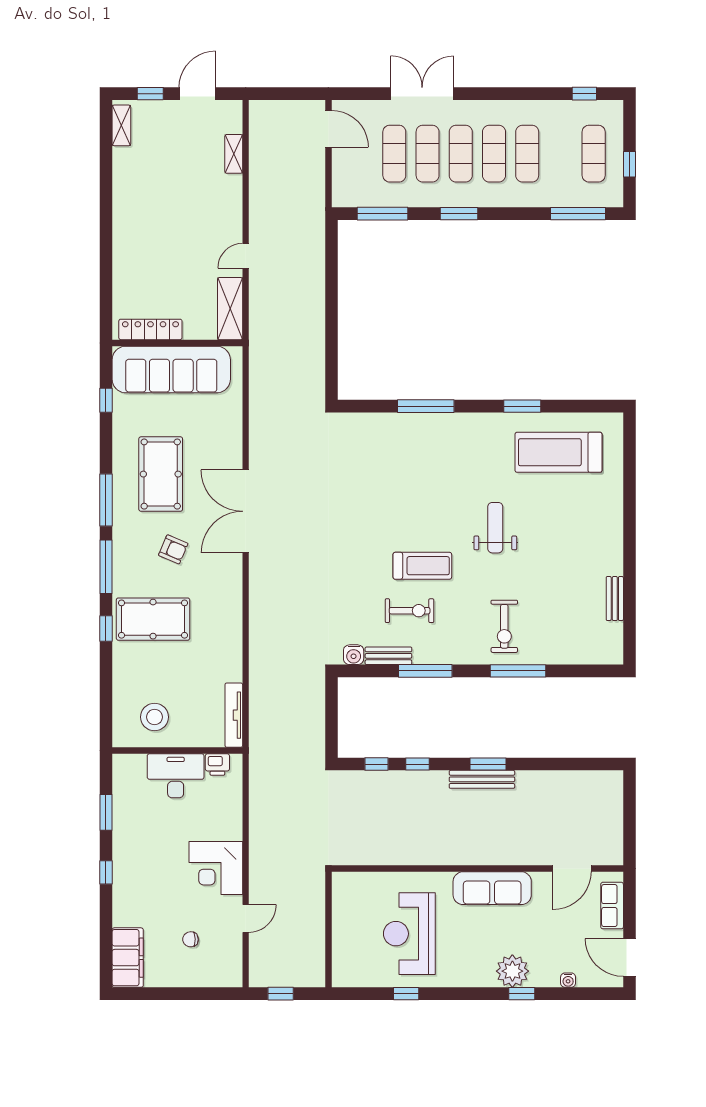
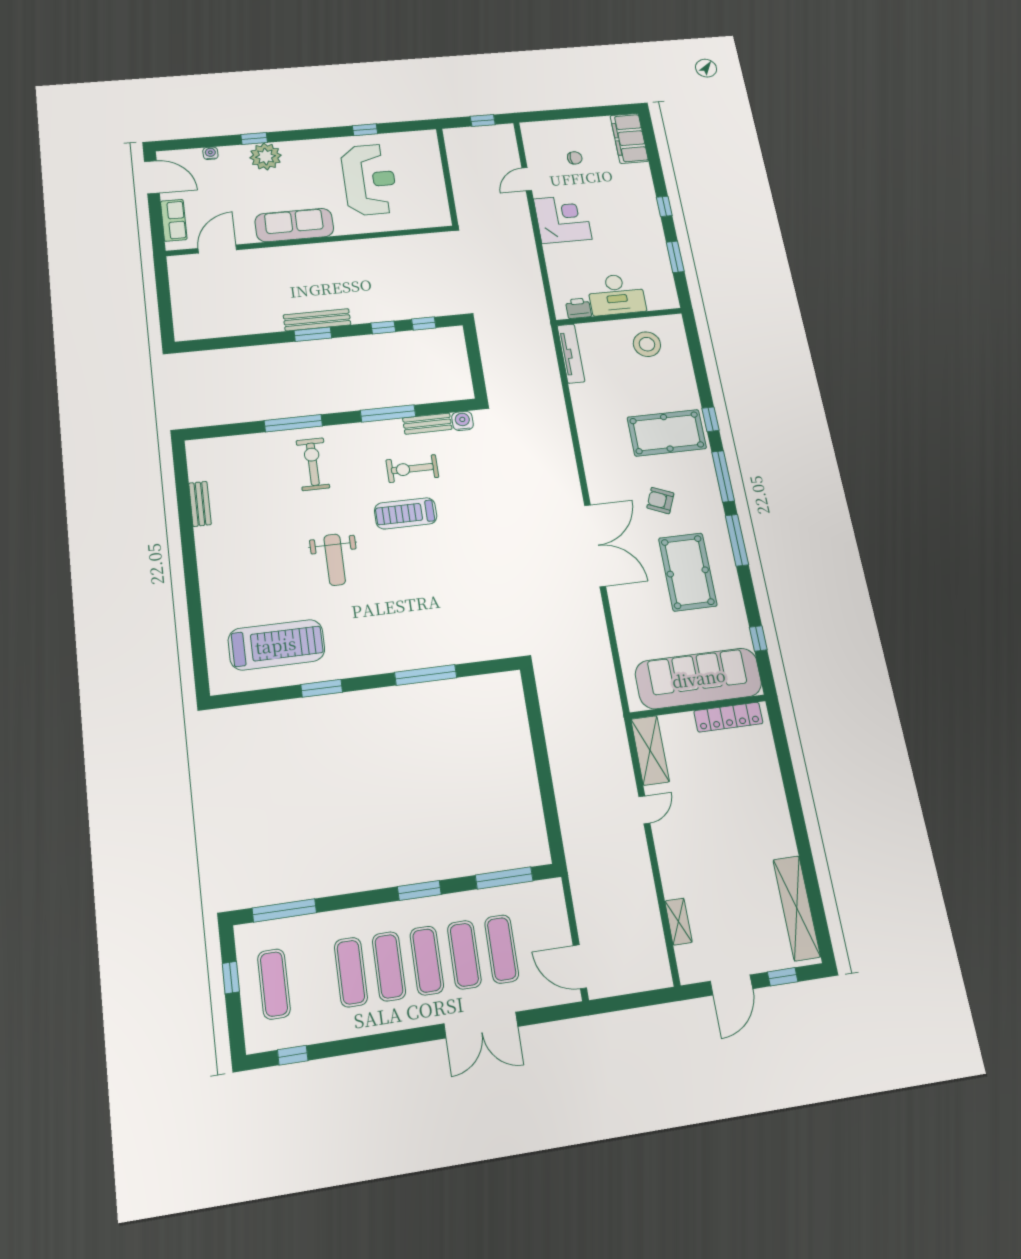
shelving: (121, 125) -> (797, 908), width x2.20, depth x1.33

